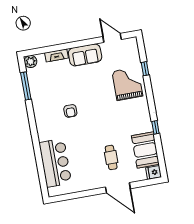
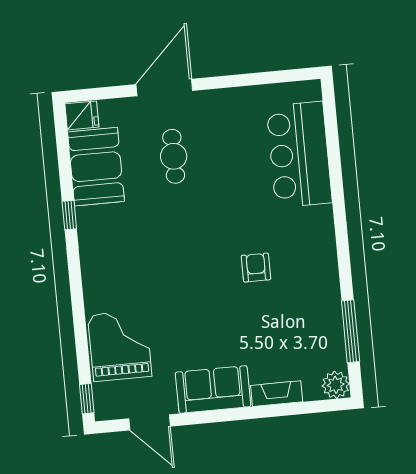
window: (145, 69) -> (87, 399), moved
grand piano: (127, 84) -> (120, 346), moved, turned 180
door: (118, 188) -> (164, 87), hinge flipped

